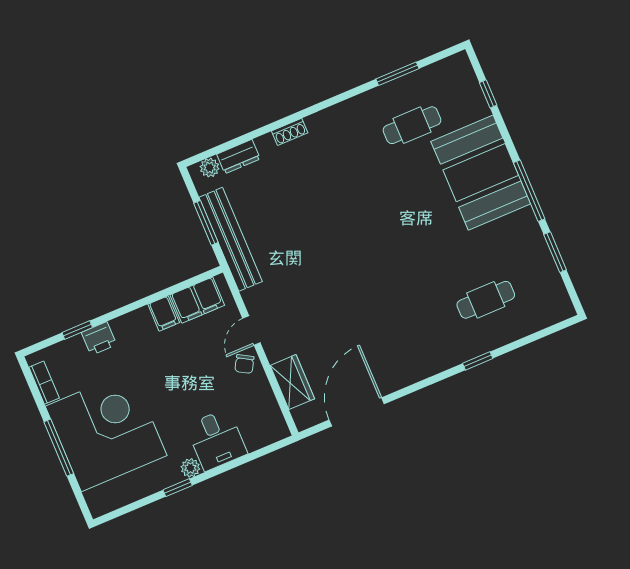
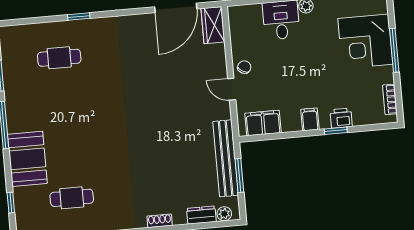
booth: (481, 173) -> (27, 159), width x0.73, depth x0.70
filing cabinet: (164, 313) -> (310, 119), moved
window: (77, 330) -> (336, 131), moved
door: (251, 331) -> (232, 89), swing flipped
wardrobe: (292, 382) -> (213, 25), moved
corner desk: (106, 431) -> (365, 41), width x0.74, depth x0.74

